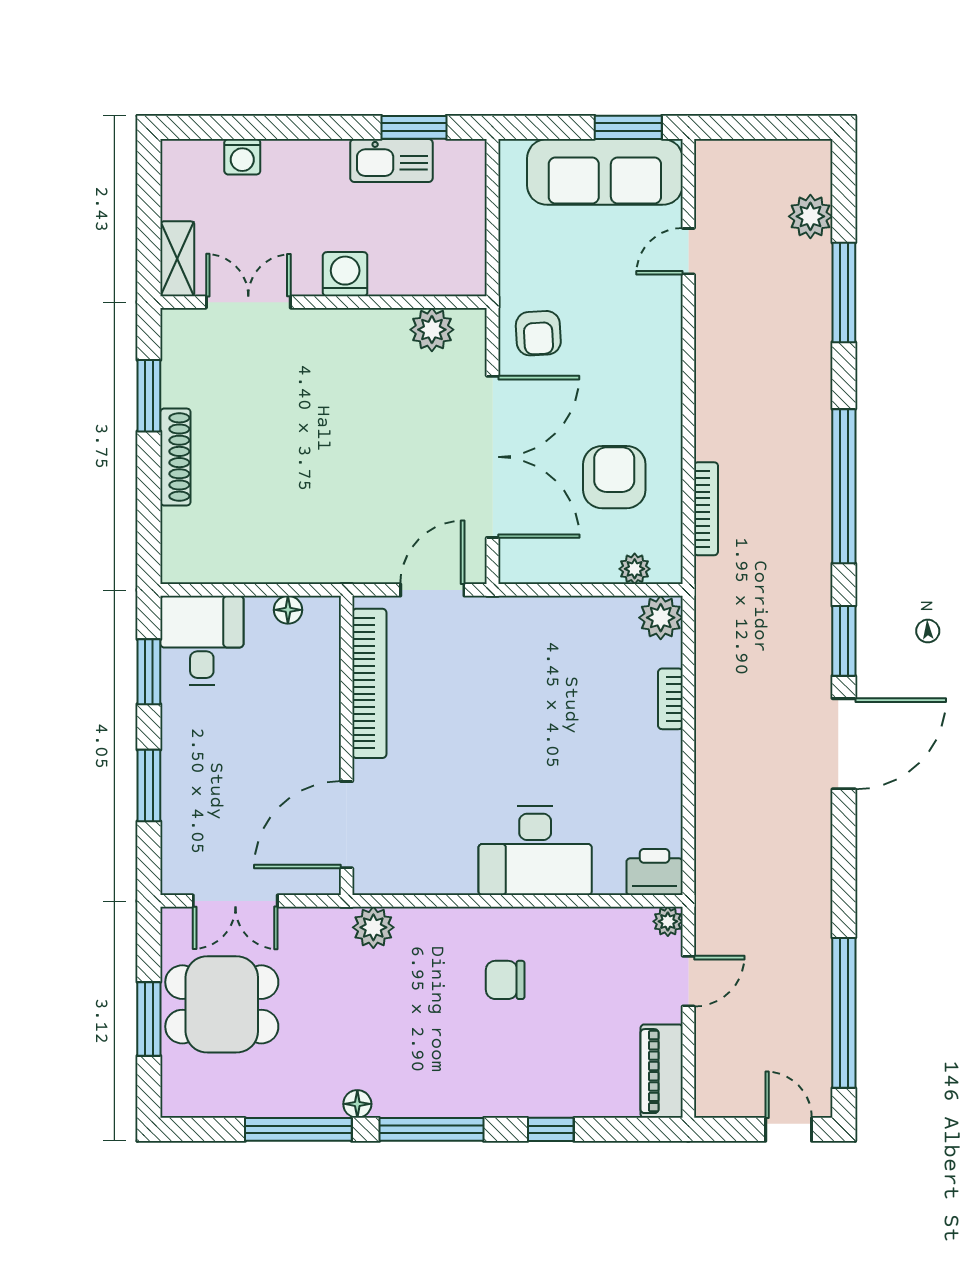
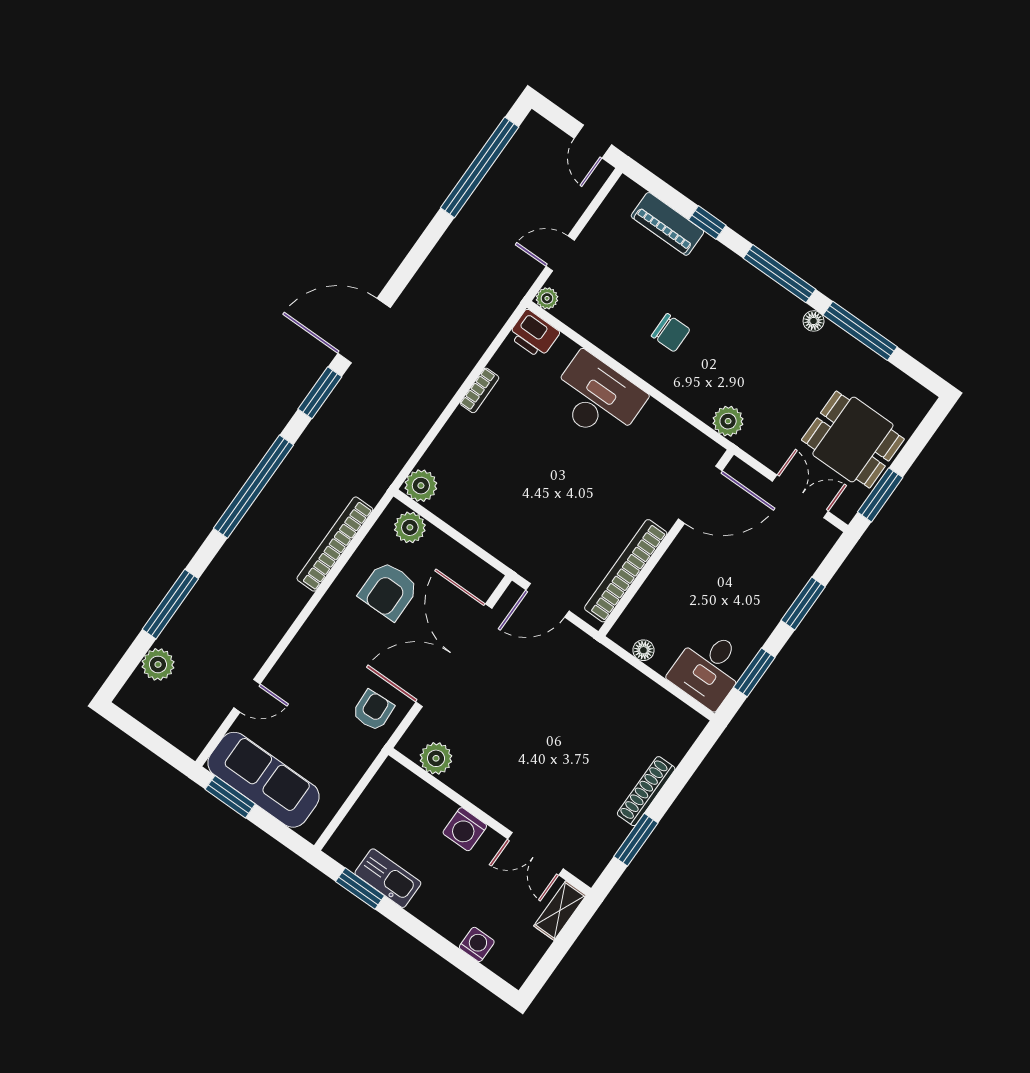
bookcase: (706, 509) -> (335, 544), width x1.48, depth x1.31
plant: (635, 569) -> (410, 527), width x1.38, depth x1.38
bookcase: (670, 699) -> (479, 390), moved
window: (149, 1019) -> (880, 495), moved
piano: (662, 1071) -> (667, 224), moved, turned 90
door: (789, 1129) -> (593, 142), moved

